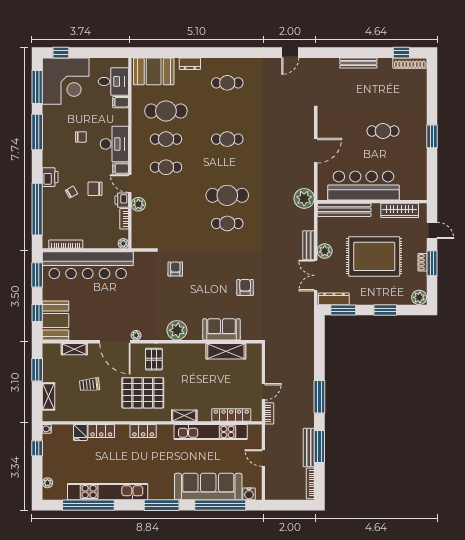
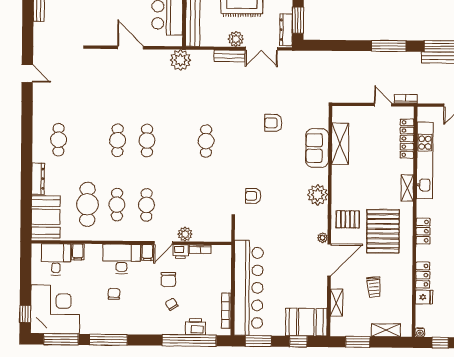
dresser: (190, 64) -> (38, 179), width x1.44
printer: (50, 177) -> (195, 327), moved
cafe table: (227, 195) -> (147, 141), moved, width x0.73, depth x0.74
plant: (123, 243) -> (226, 250), removed

